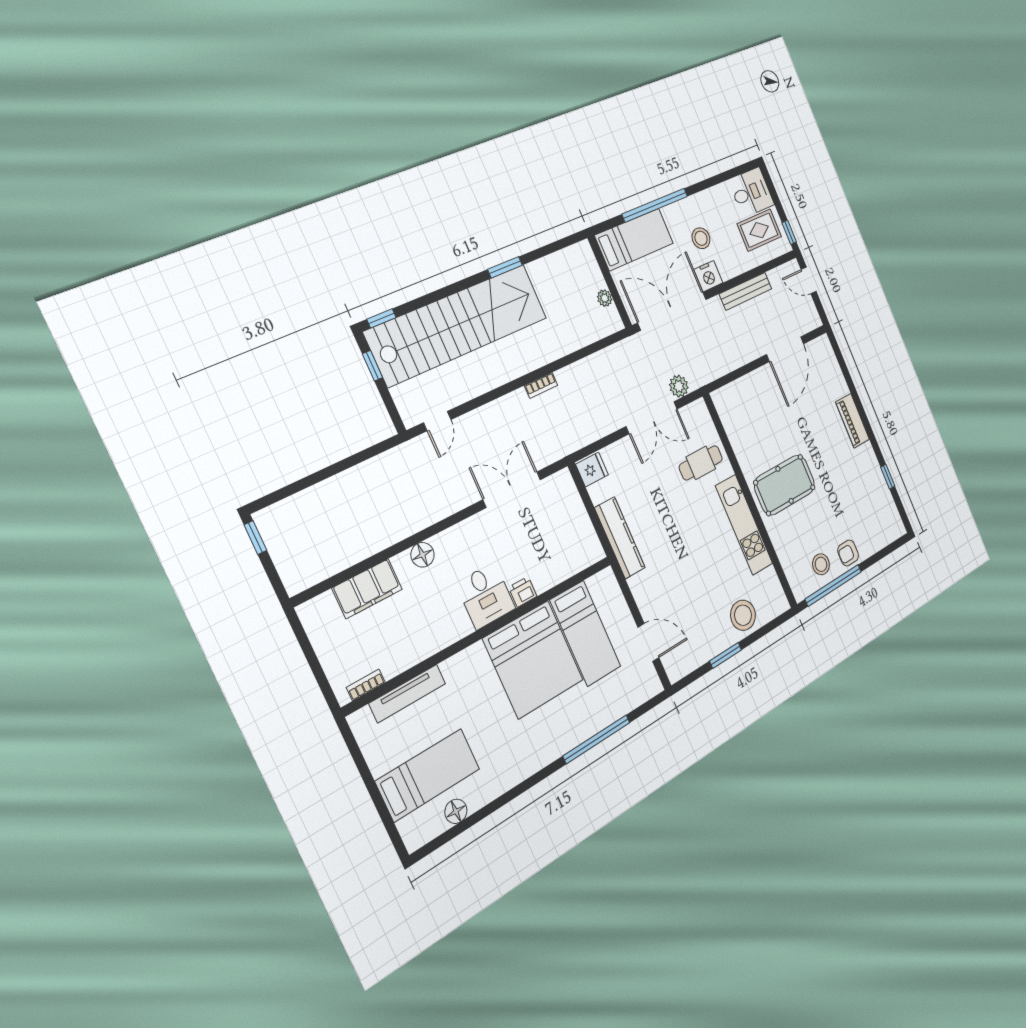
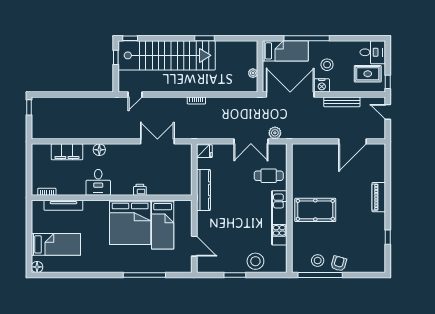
armchair: (848, 553) -> (339, 264), turned 106
desk: (486, 596) -> (98, 182), moved
floor lamp: (456, 811) -> (37, 267), moved

